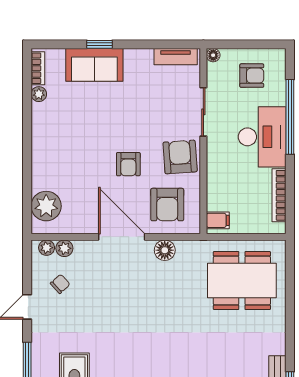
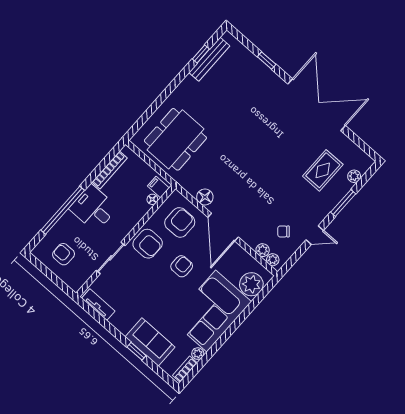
floor lamp: (213, 55) -> (152, 199), moved
desk: (262, 137) -> (93, 208), width x0.73
corner sofa: (62, 146) -> (211, 311), added
armchair: (180, 157) -> (148, 244), turned -86
dining table: (242, 281) -> (175, 139), turned 90

